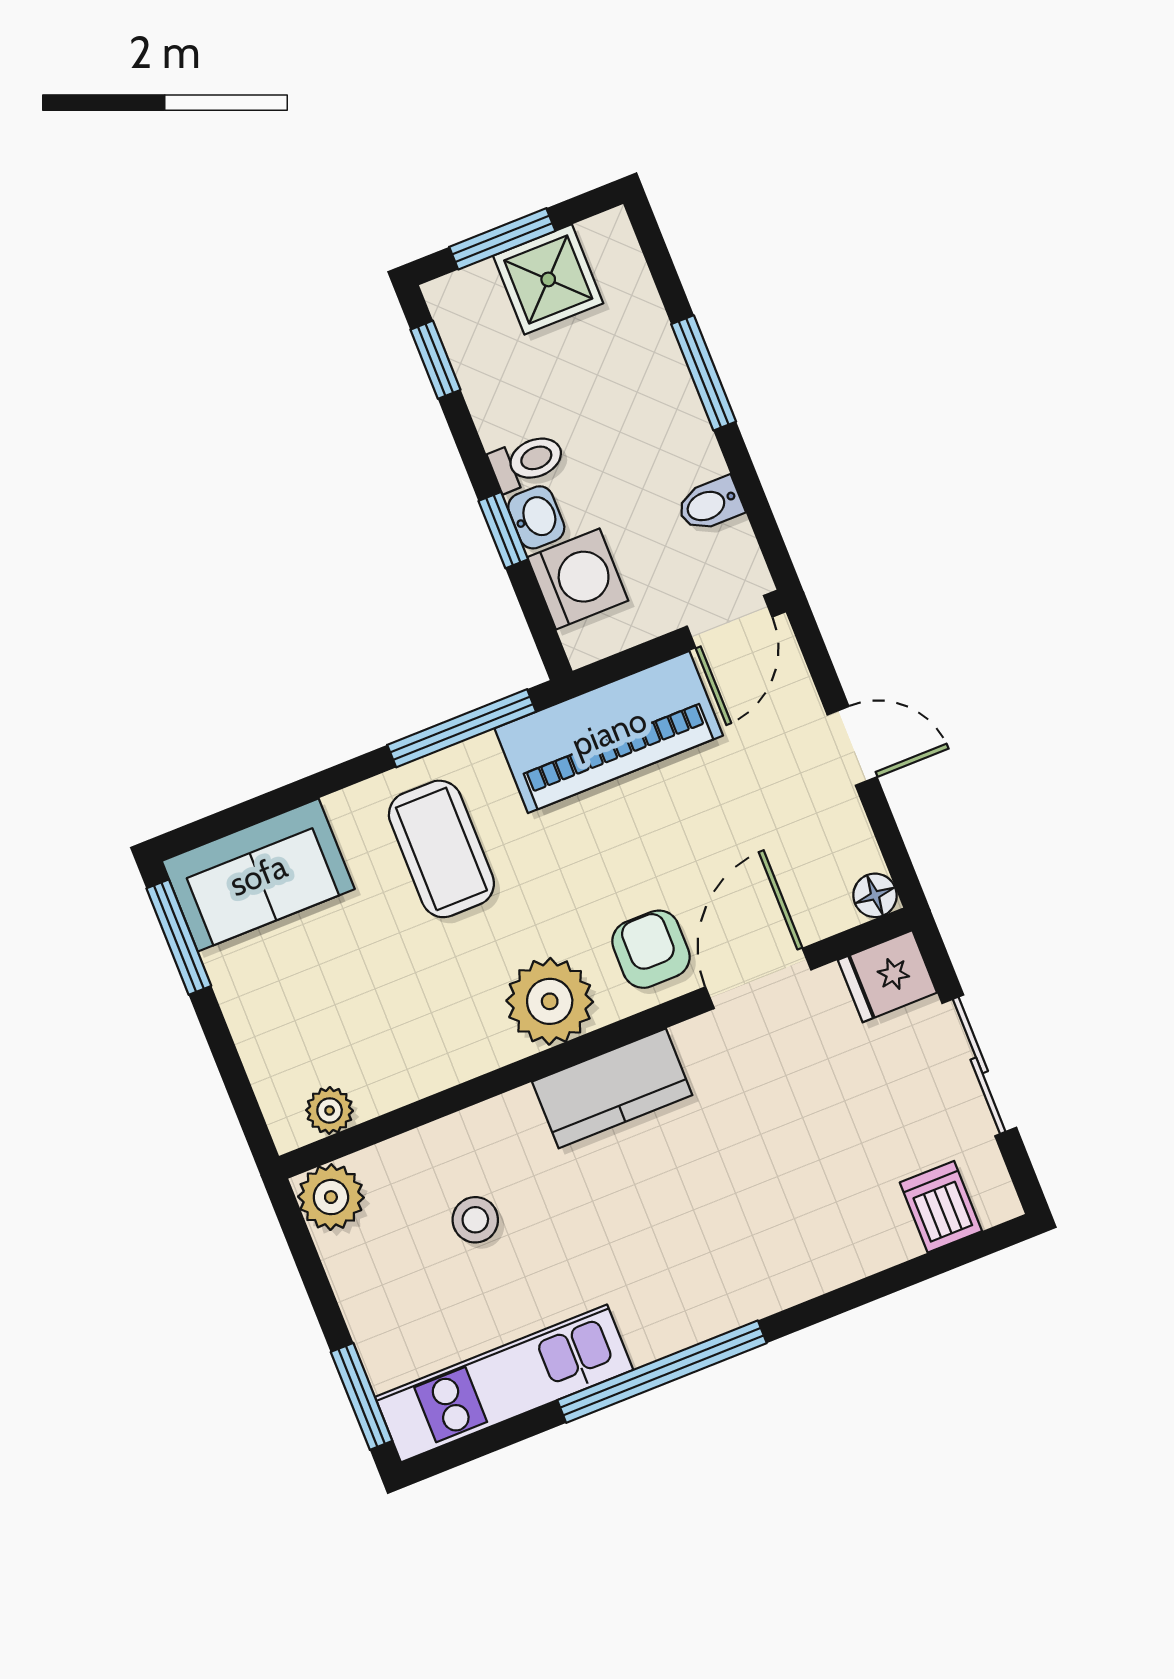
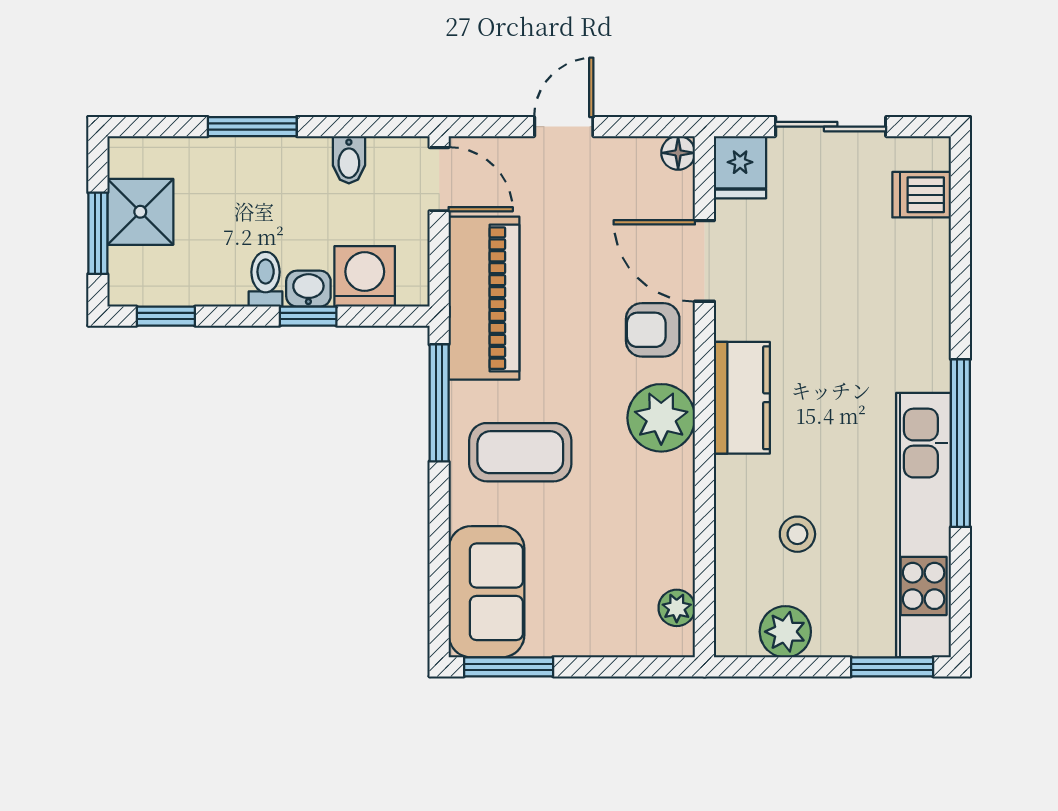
plant: (331, 1197) -> (785, 632), moved
kitchen unit: (504, 1383) -> (924, 525), width x1.36

